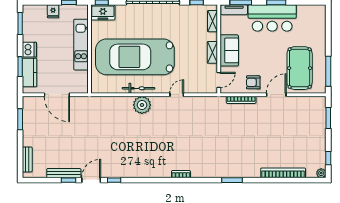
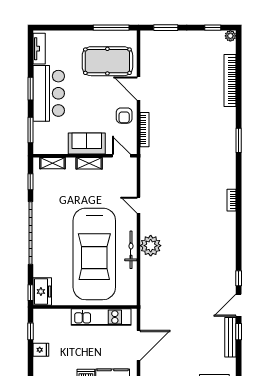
tv unit: (234, 10) -> (39, 49), moved
kitchen unit: (81, 45) -> (101, 317), moved
door: (91, 180) -> (239, 305), hinge flipped

